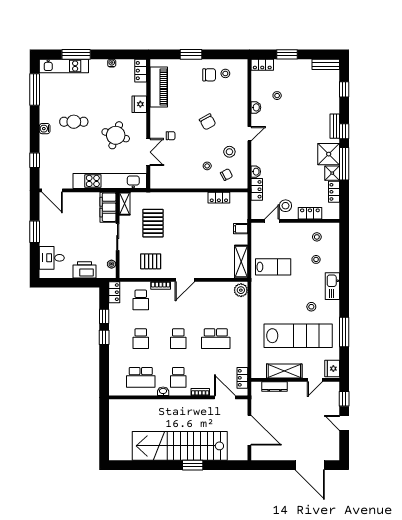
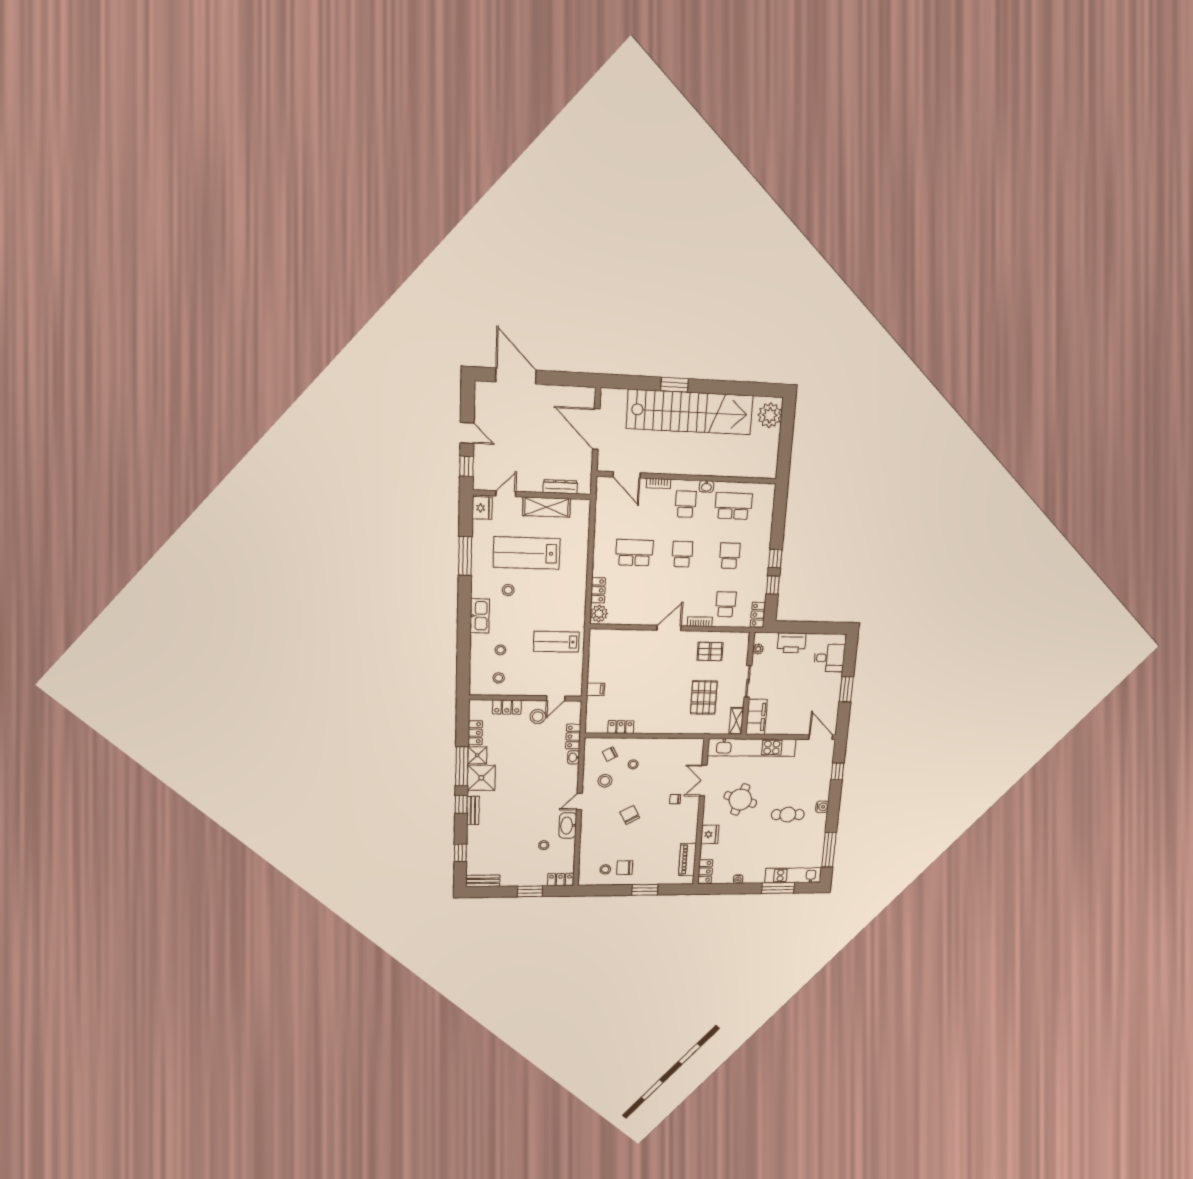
piano: (159, 87) -> (688, 859), width x0.73, depth x0.75
washbasin: (256, 107) -> (568, 826), width x1.91, depth x1.45
shelving: (241, 262) -> (597, 649), removed
lab bench: (298, 336) -> (527, 553), width x0.73
locker: (242, 378) -> (598, 590), moved
plant: (118, 447) -> (770, 415), added

